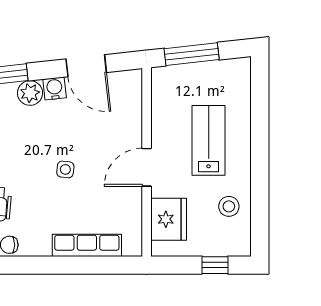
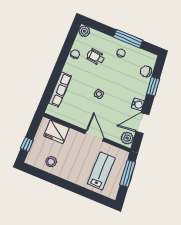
plant: (30, 93) -> (127, 138), moved
lab bench: (209, 140) -> (101, 171), moved, turned -90
door: (147, 167) -> (94, 136), moved

